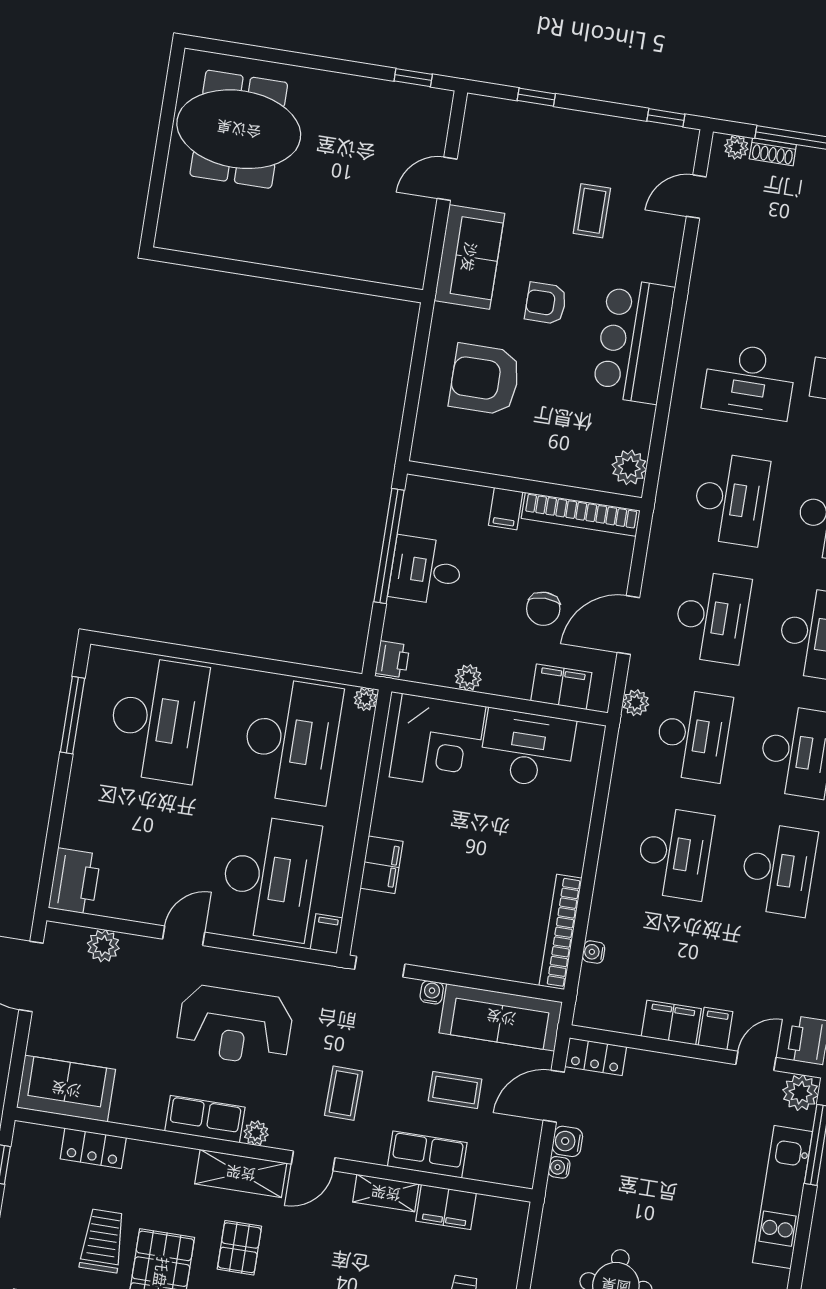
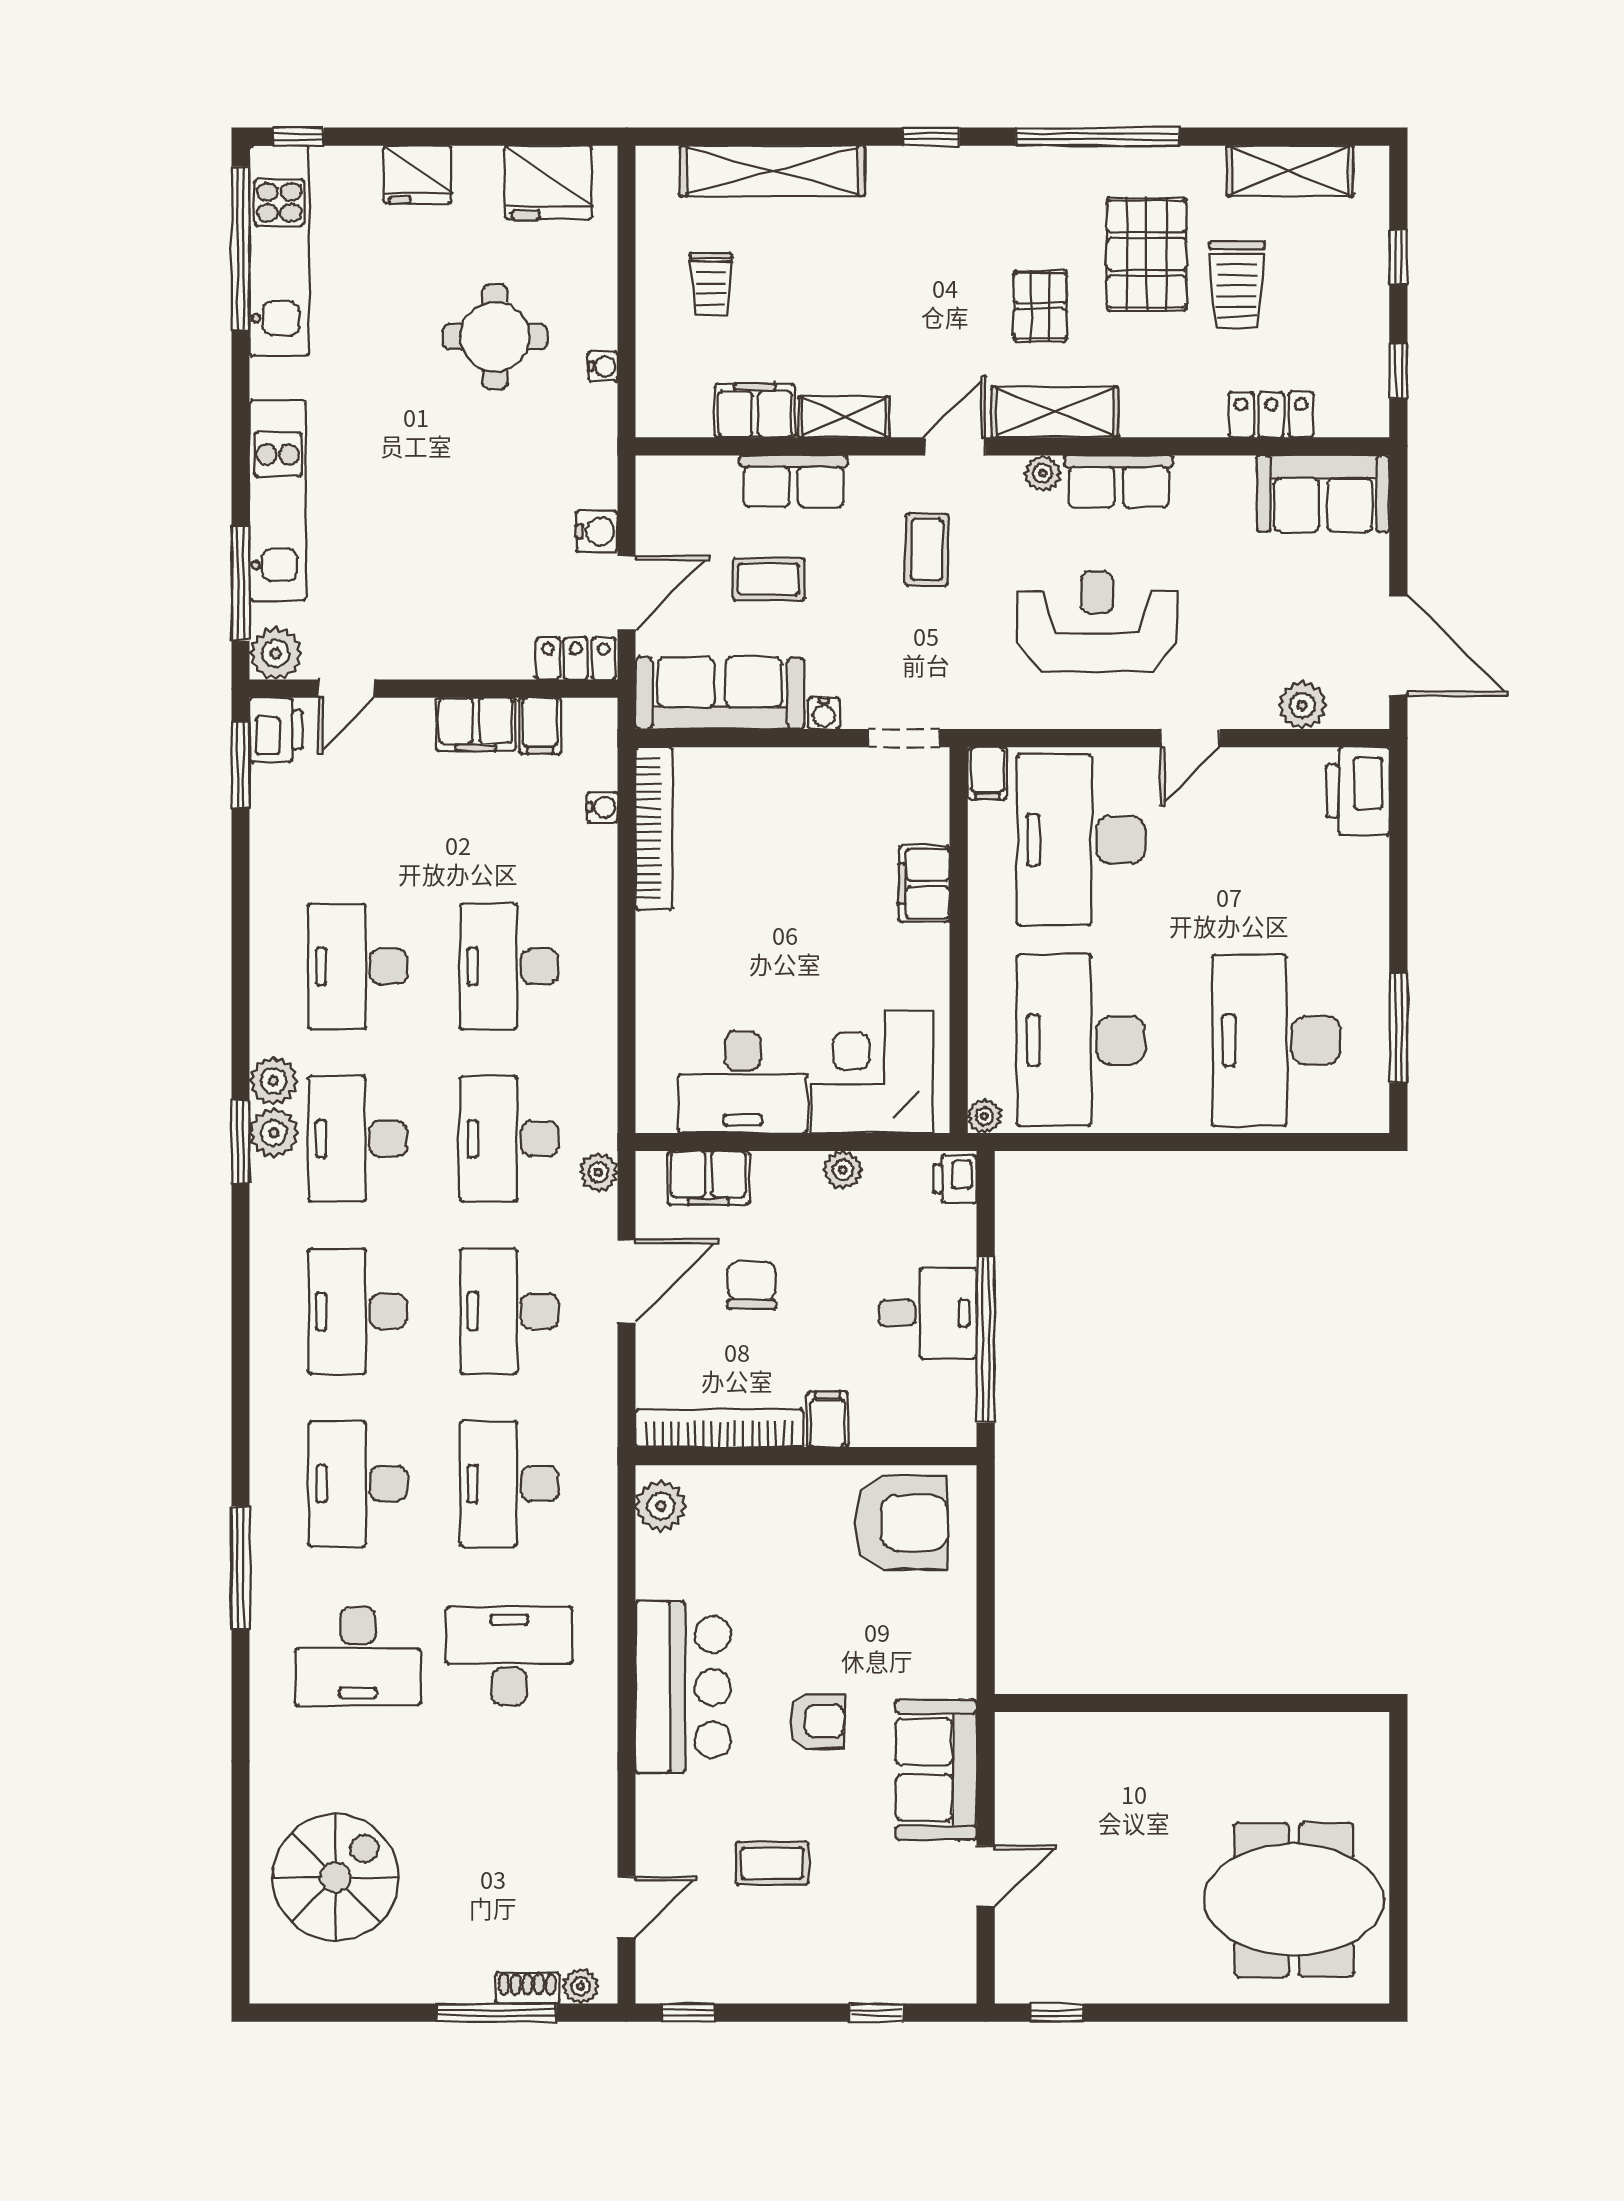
coffee table: (592, 211) -> (772, 1863), turned 90
armchair: (485, 379) -> (901, 1523), moved
filing cabinet: (716, 1029) -> (540, 726), moved
water cooler: (559, 1167) -> (603, 367), moved

